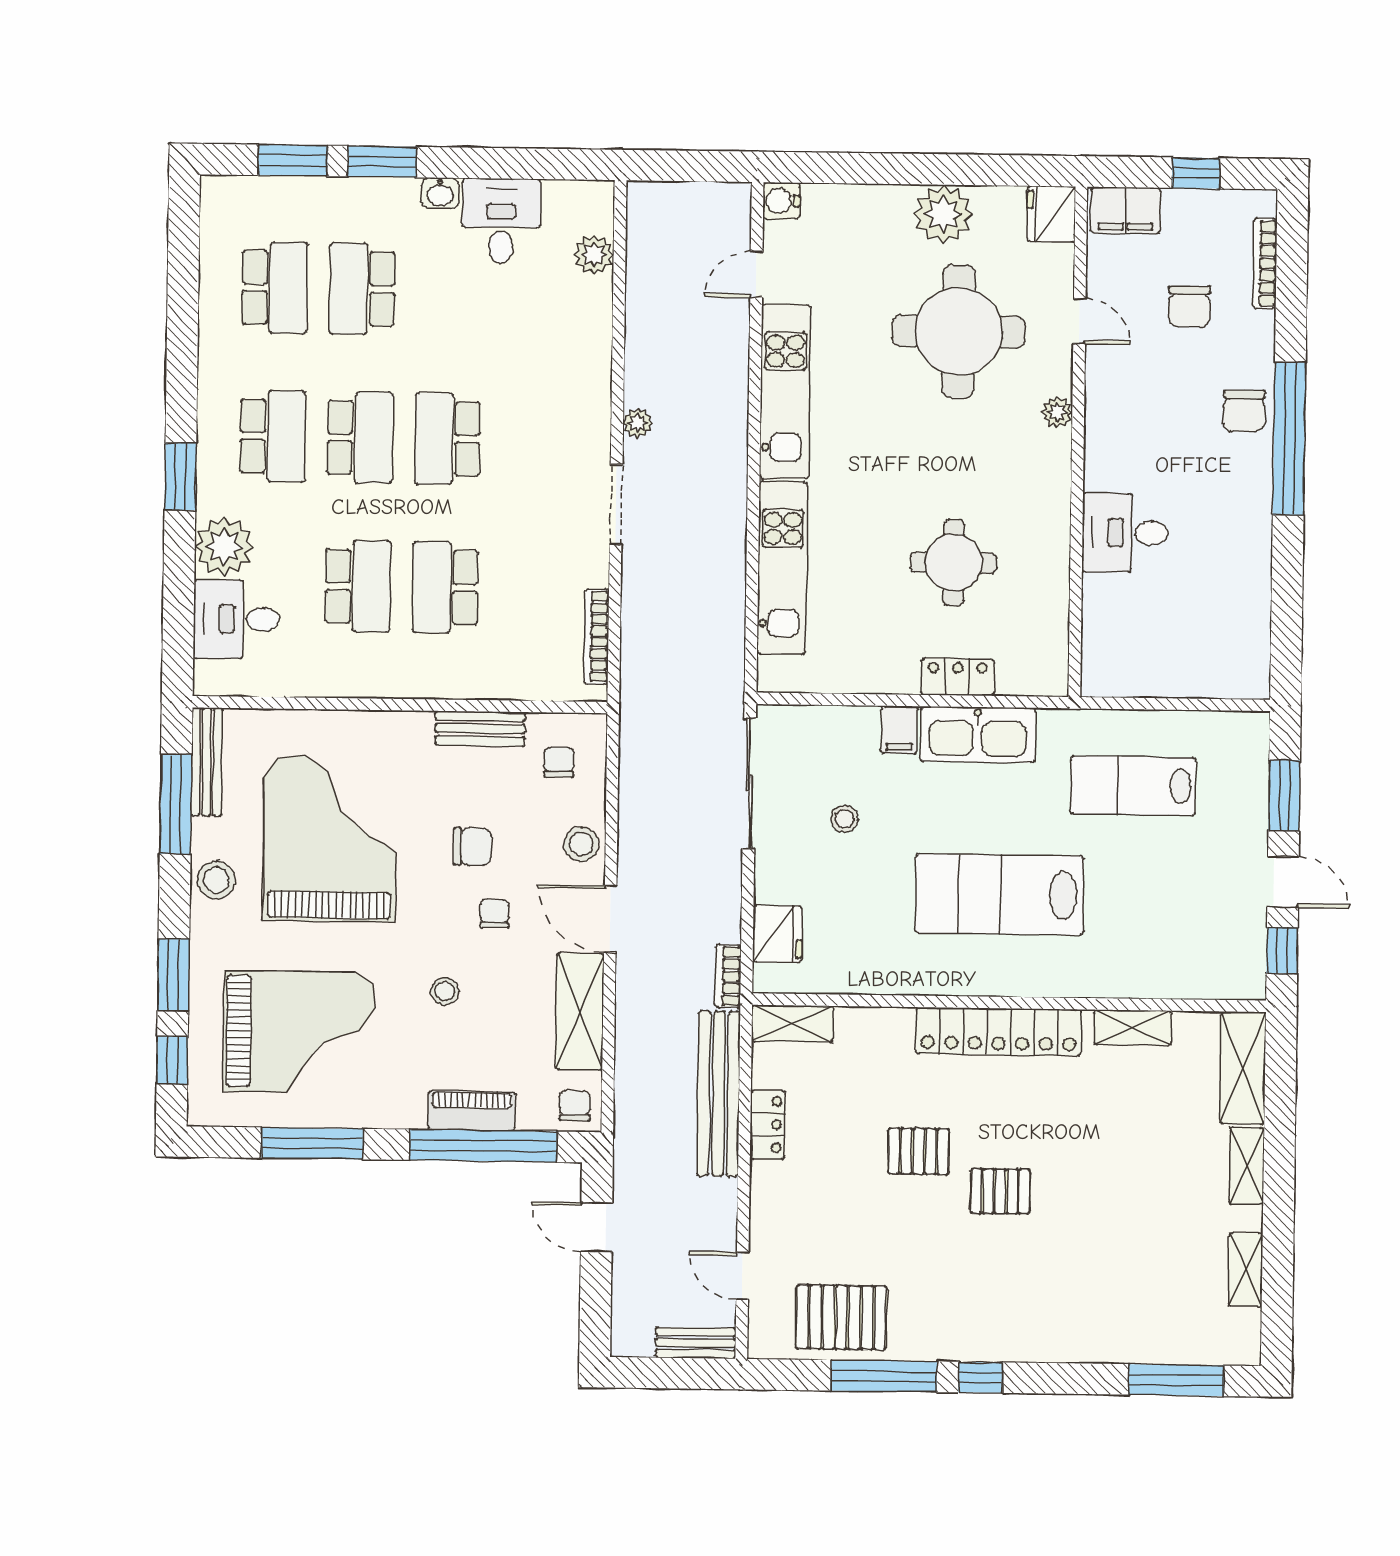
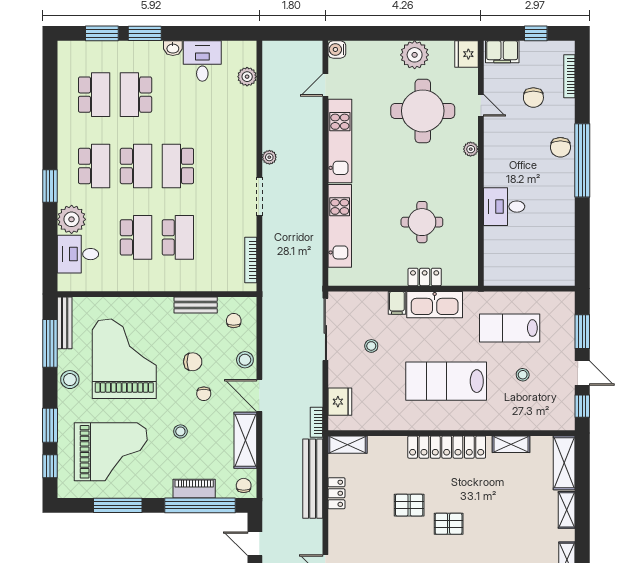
school desk: (445, 587) -> (178, 237), turned 180
stool: (1159, 883) -> (523, 375), added
chair: (495, 914) -> (204, 394), turned 180

